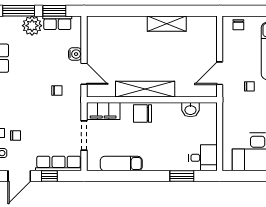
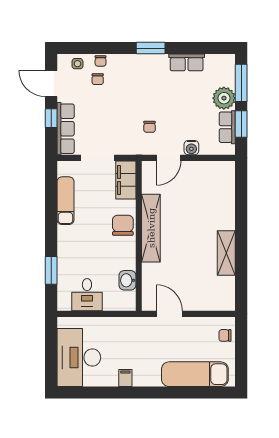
chair: (249, 86) -> (154, 348), removed
desk: (203, 158) -> (87, 295), moved

